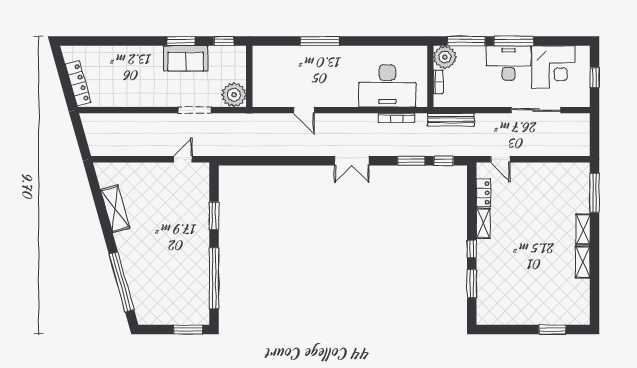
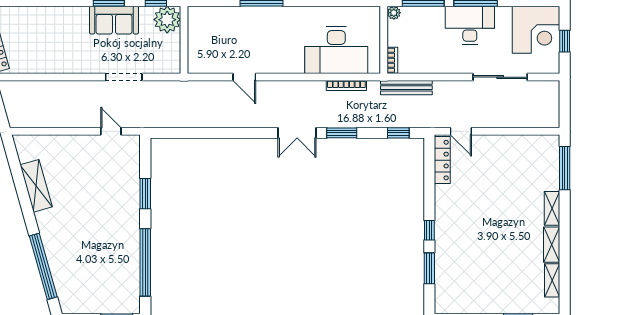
plant: (445, 57) -> (394, 13), width x0.53, depth x0.53
corner desk: (553, 67) -> (536, 30), moved
bookcase: (438, 82) -> (392, 60), moved
plant: (234, 95) -> (167, 20), moved
door: (183, 159) -> (111, 131), hinge flipped
window: (411, 161) -> (342, 133), moved
locker: (484, 193) -> (442, 160), width x1.53
shelving: (483, 223) -> (552, 280), moved

